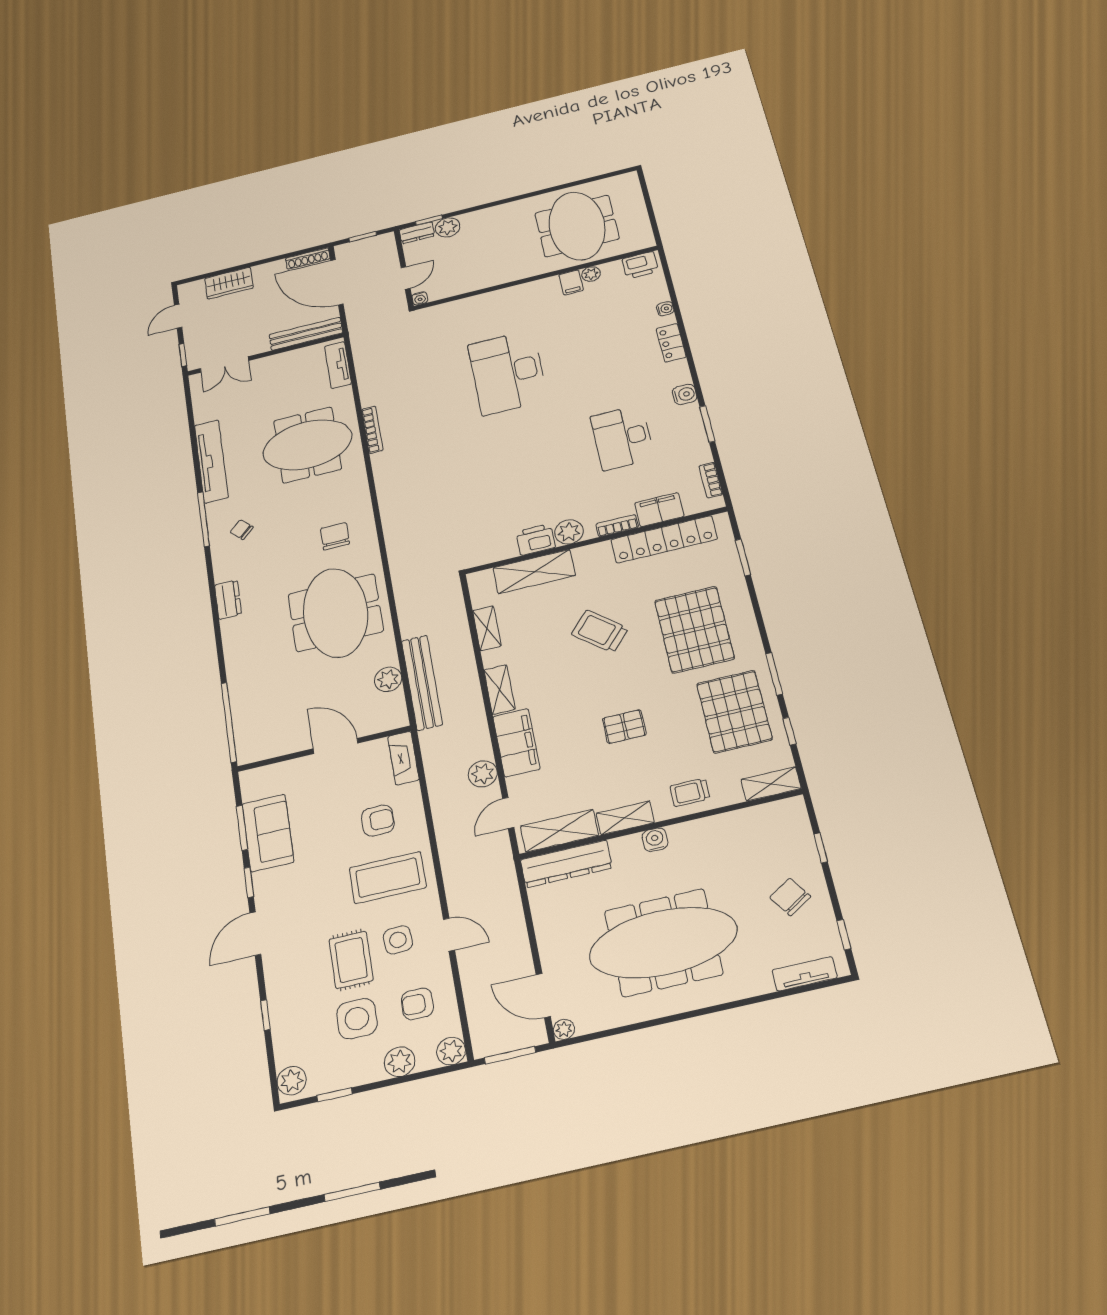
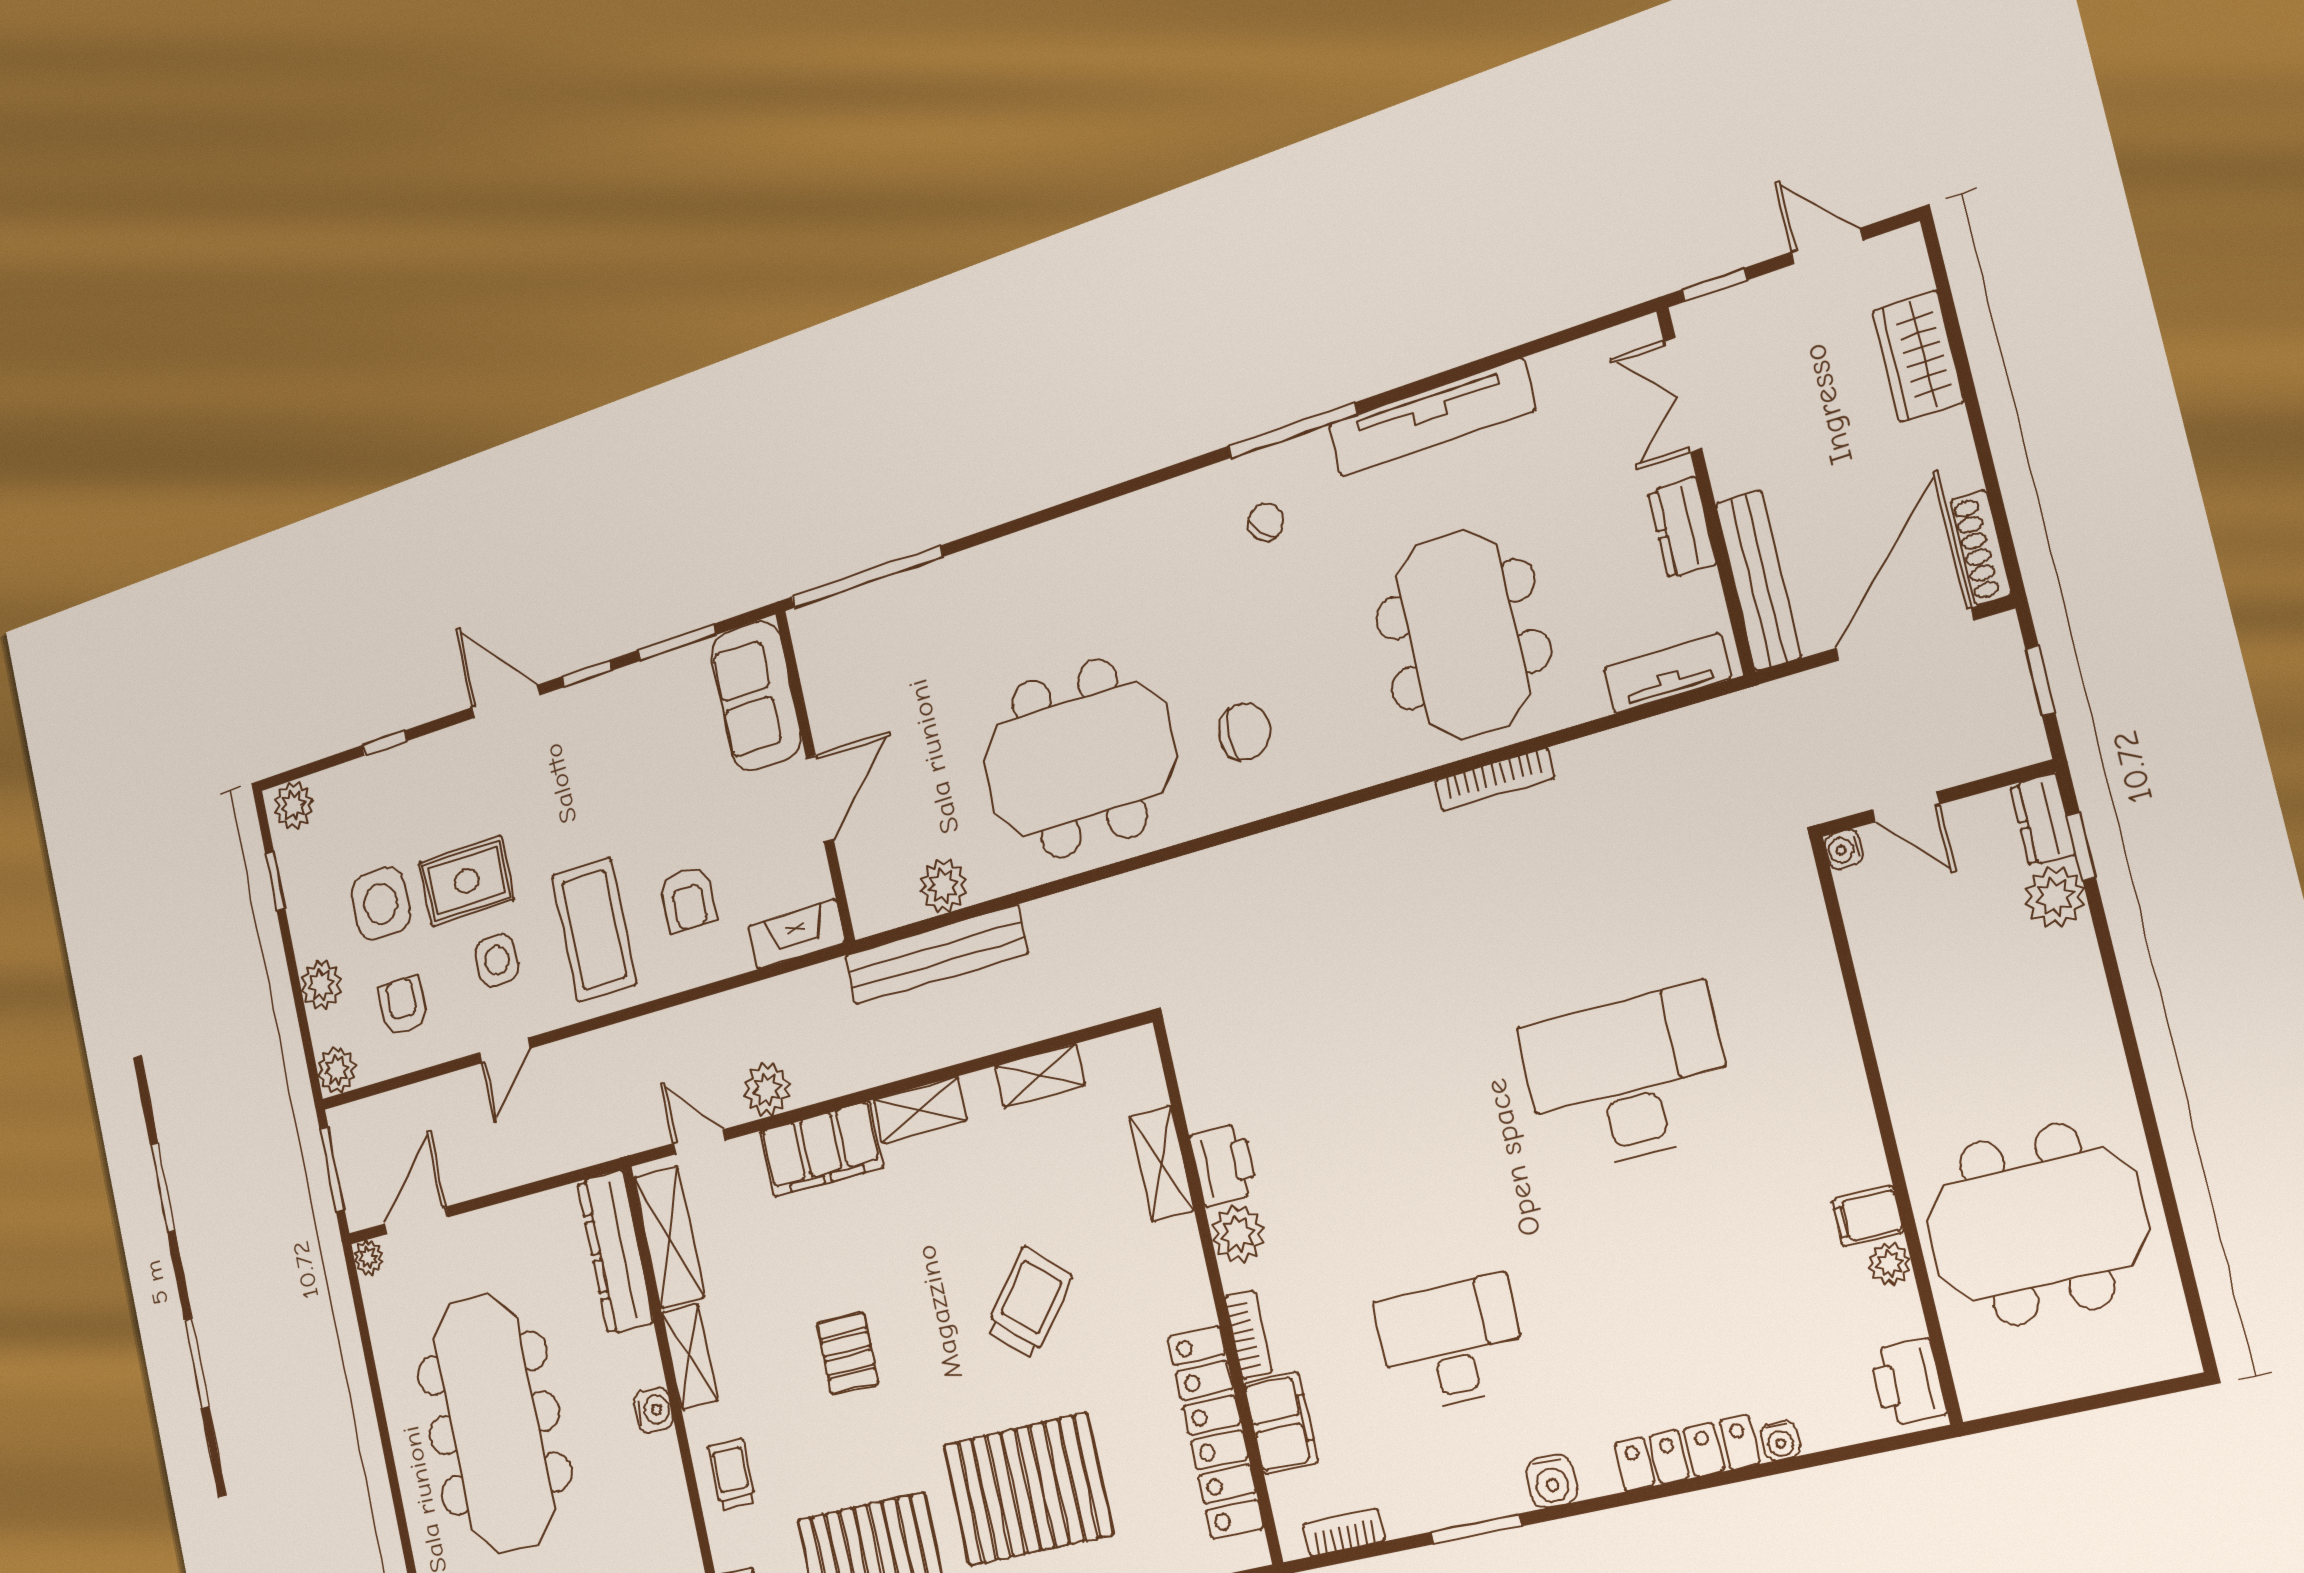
locker: (671, 343) -> (1687, 1453), width x1.53
shelving: (534, 572) -> (1161, 1163), width x0.67, depth x0.75
dresser: (228, 600) -> (1682, 528), moved, turned 90
sofa: (268, 833) -> (756, 696), moved, turned 90

